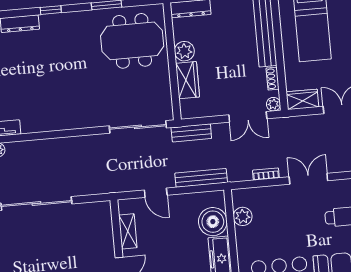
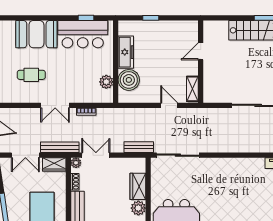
bench: (201, 178) -> (60, 147), moved
shelving: (128, 231) -> (192, 89), moved

